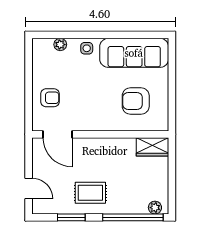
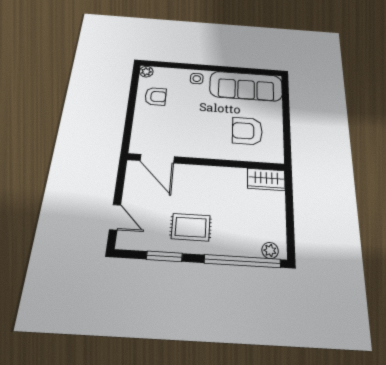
plant: (60, 45) -> (146, 72), moved
armchair: (50, 98) -> (156, 96), moved

